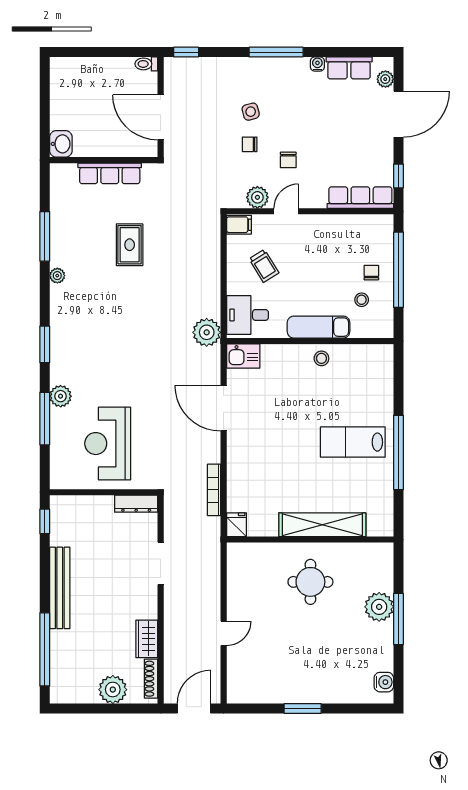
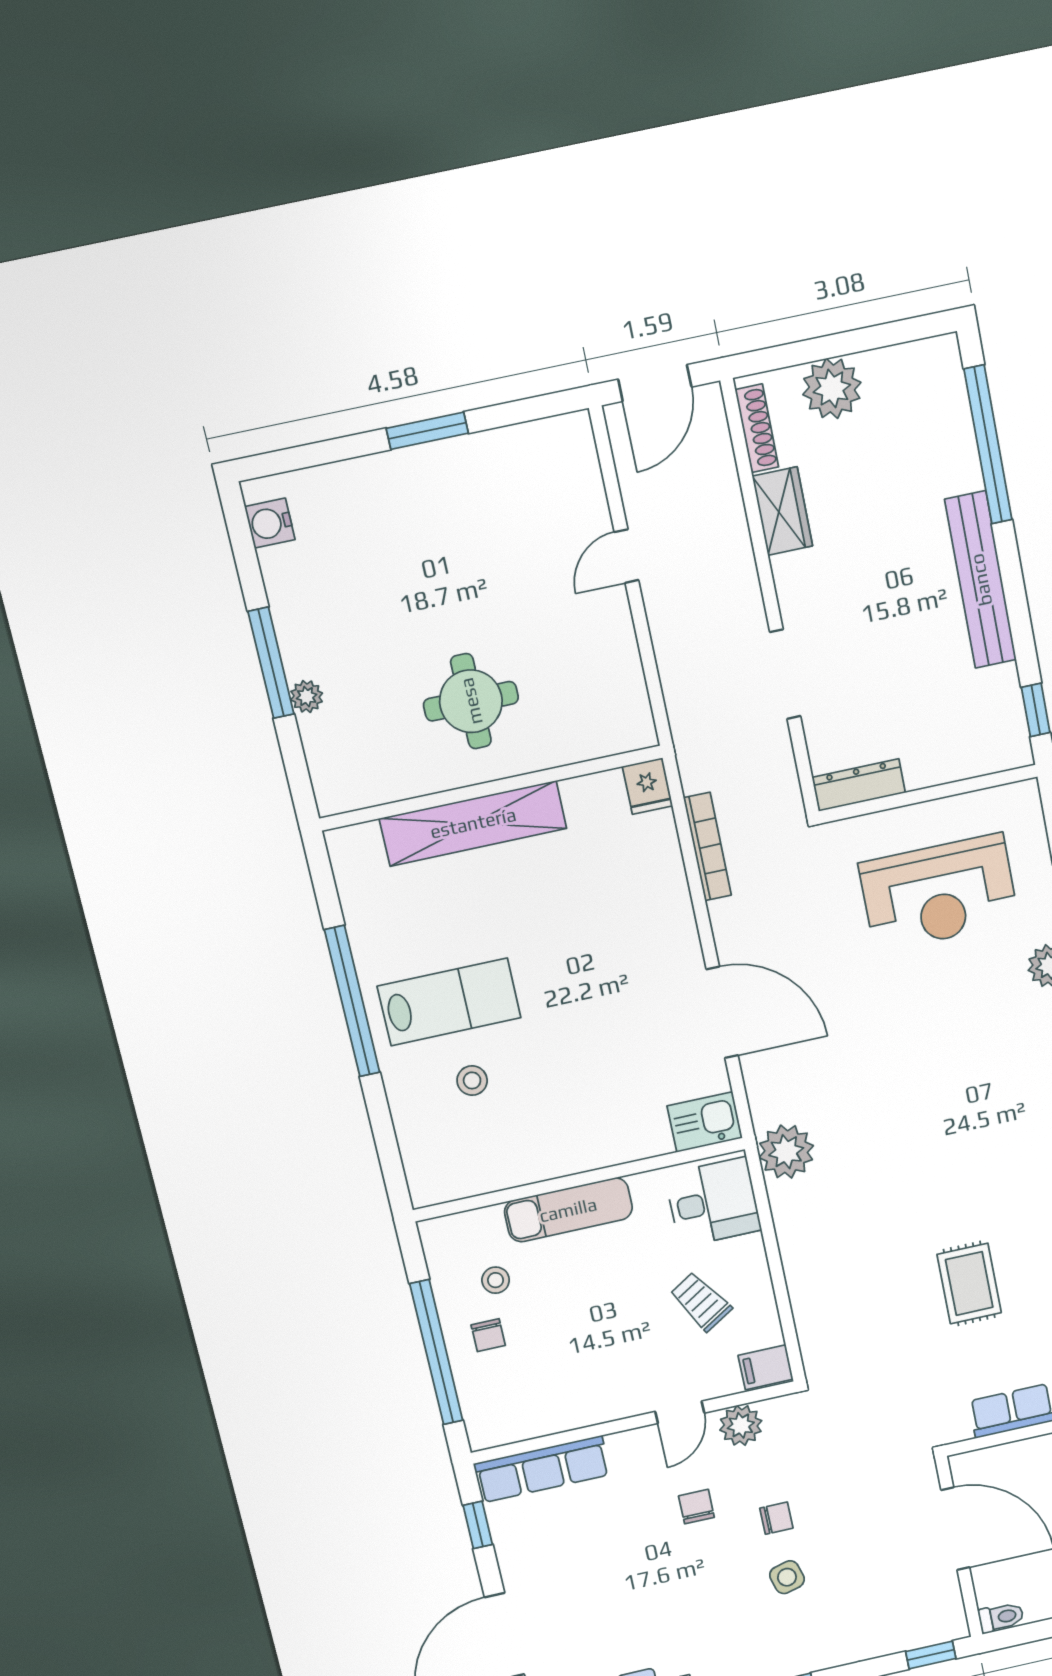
stool: (321, 358) -> (472, 1080), moved
reception desk: (108, 444) -> (939, 893), turned 90
plant: (379, 607) -> (307, 697), width x0.53, depth x0.53

